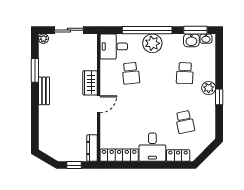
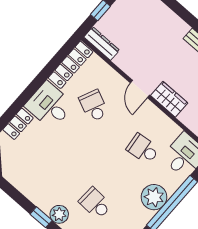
school desk: (185, 122) -> (94, 106), moved, turned 36

